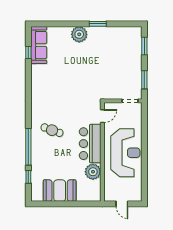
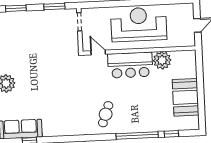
cafe table: (52, 130) -> (106, 114), moved

